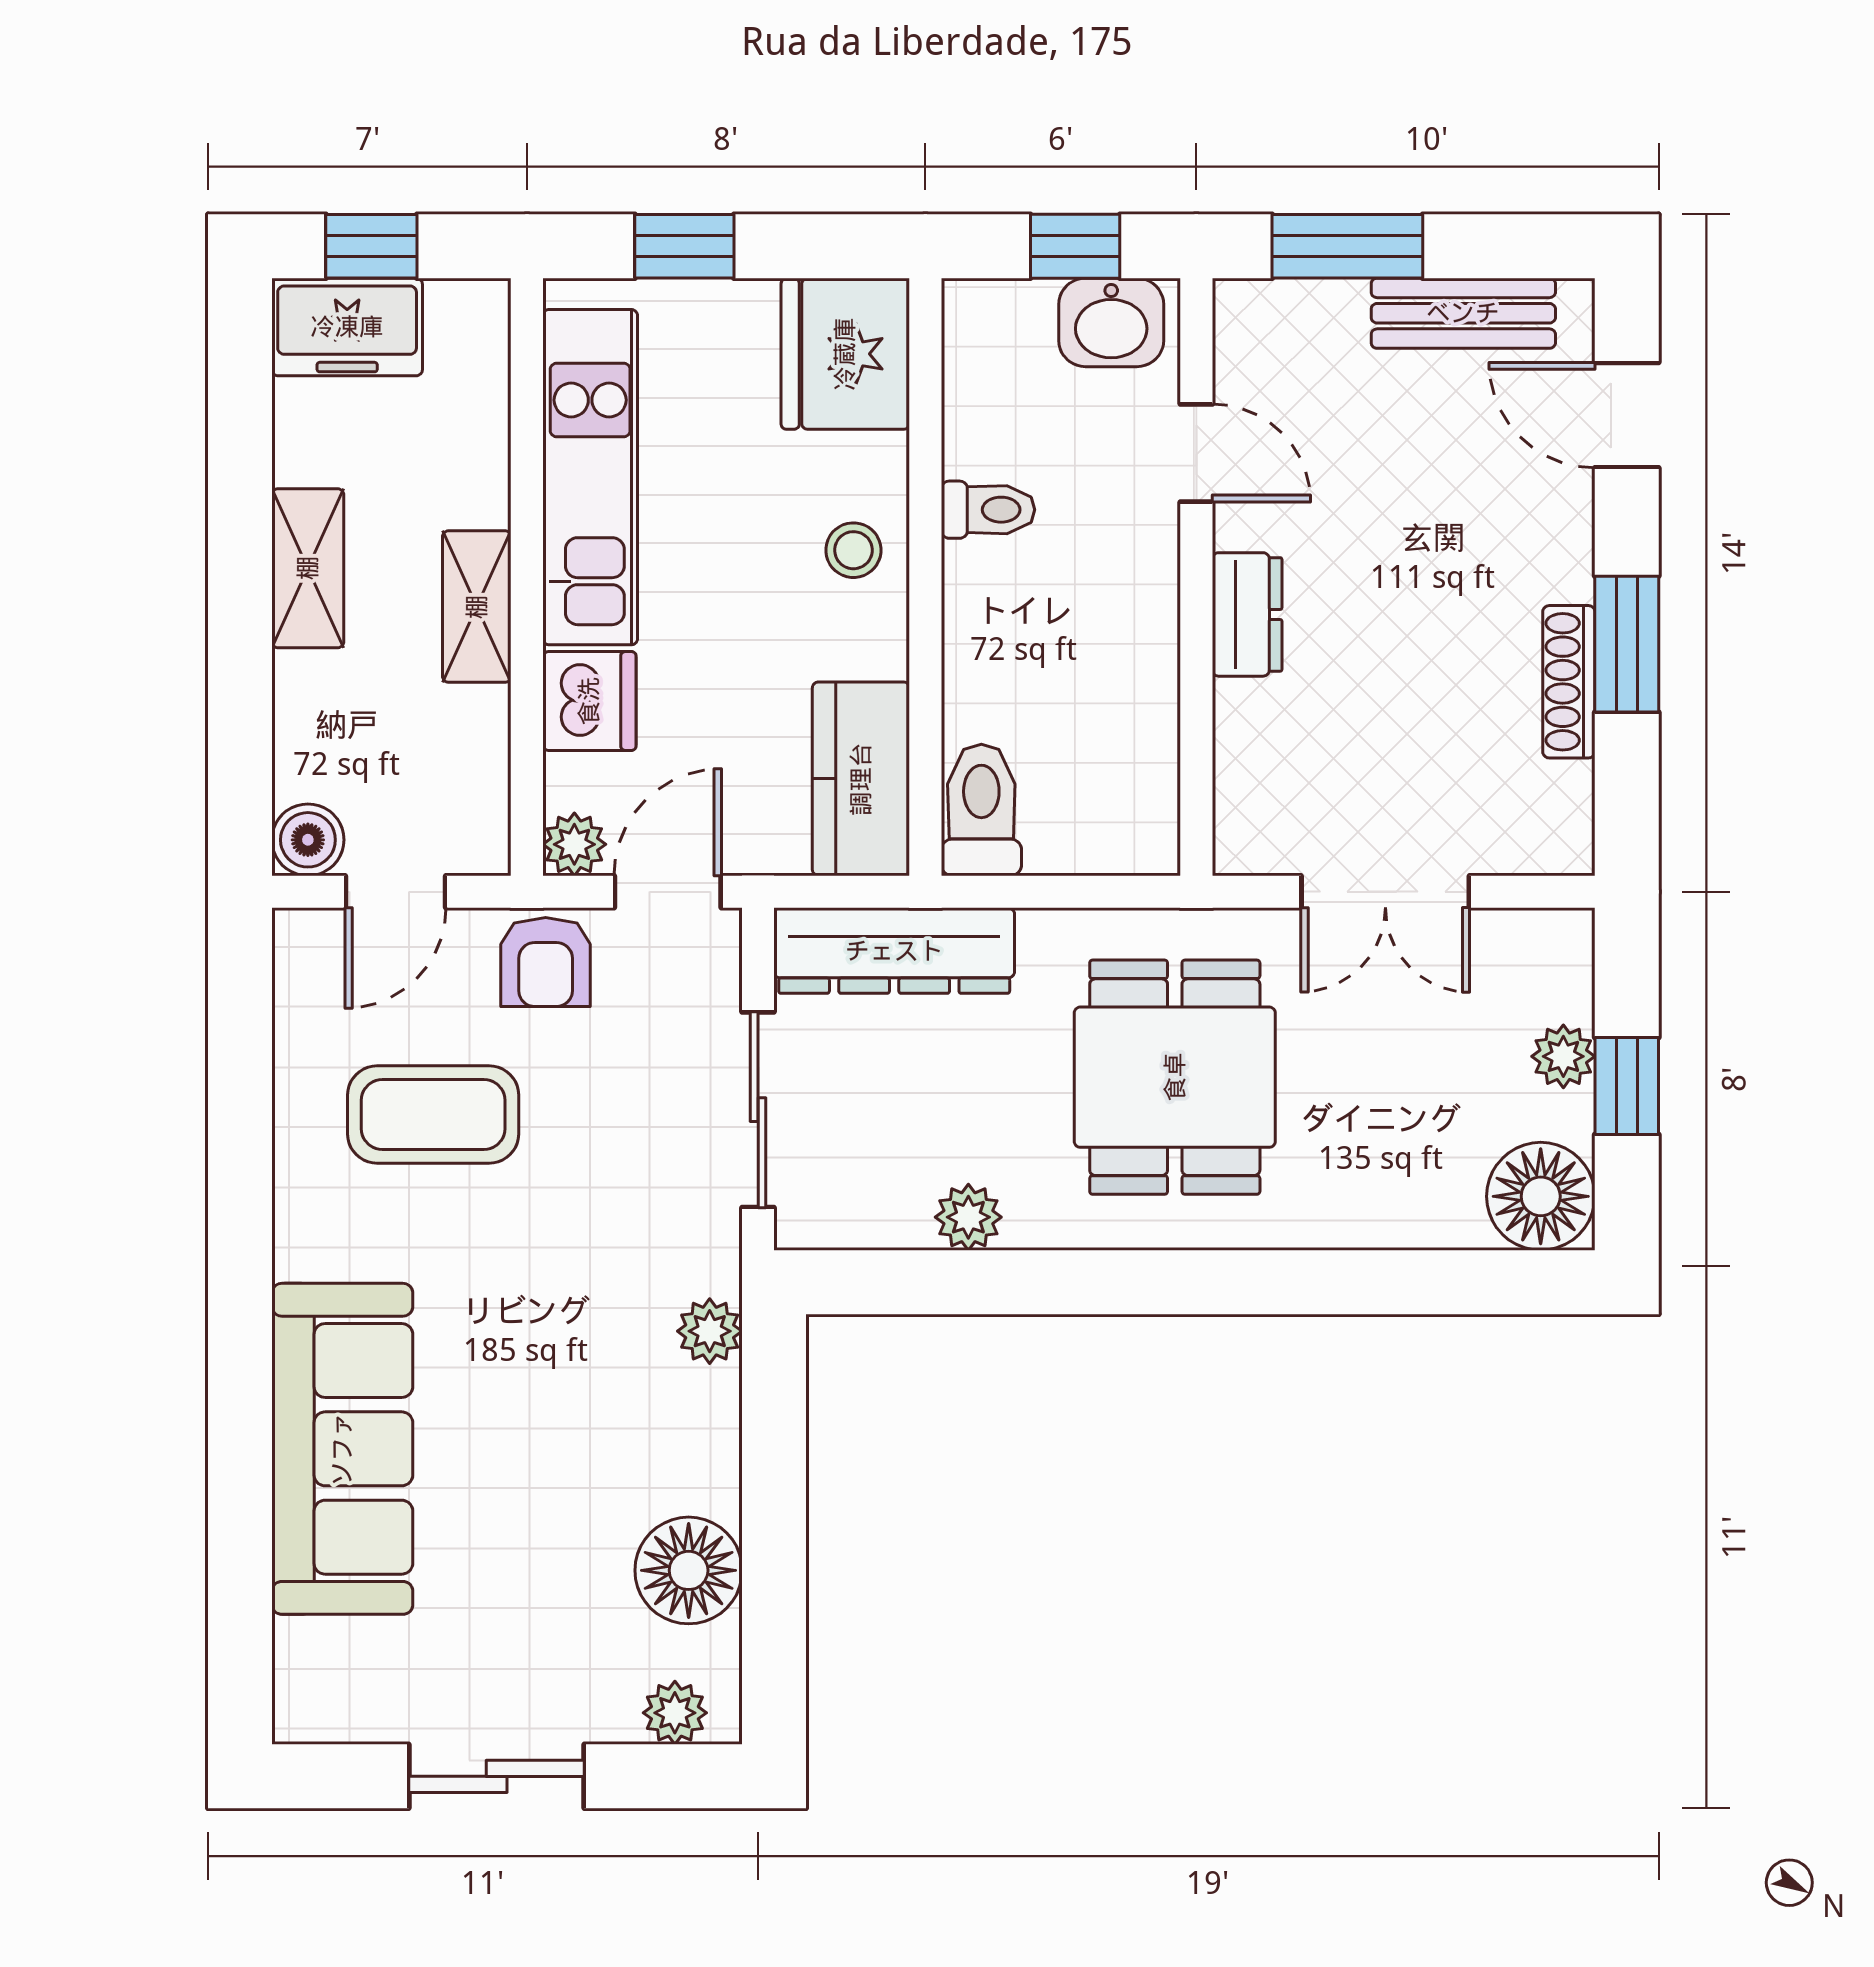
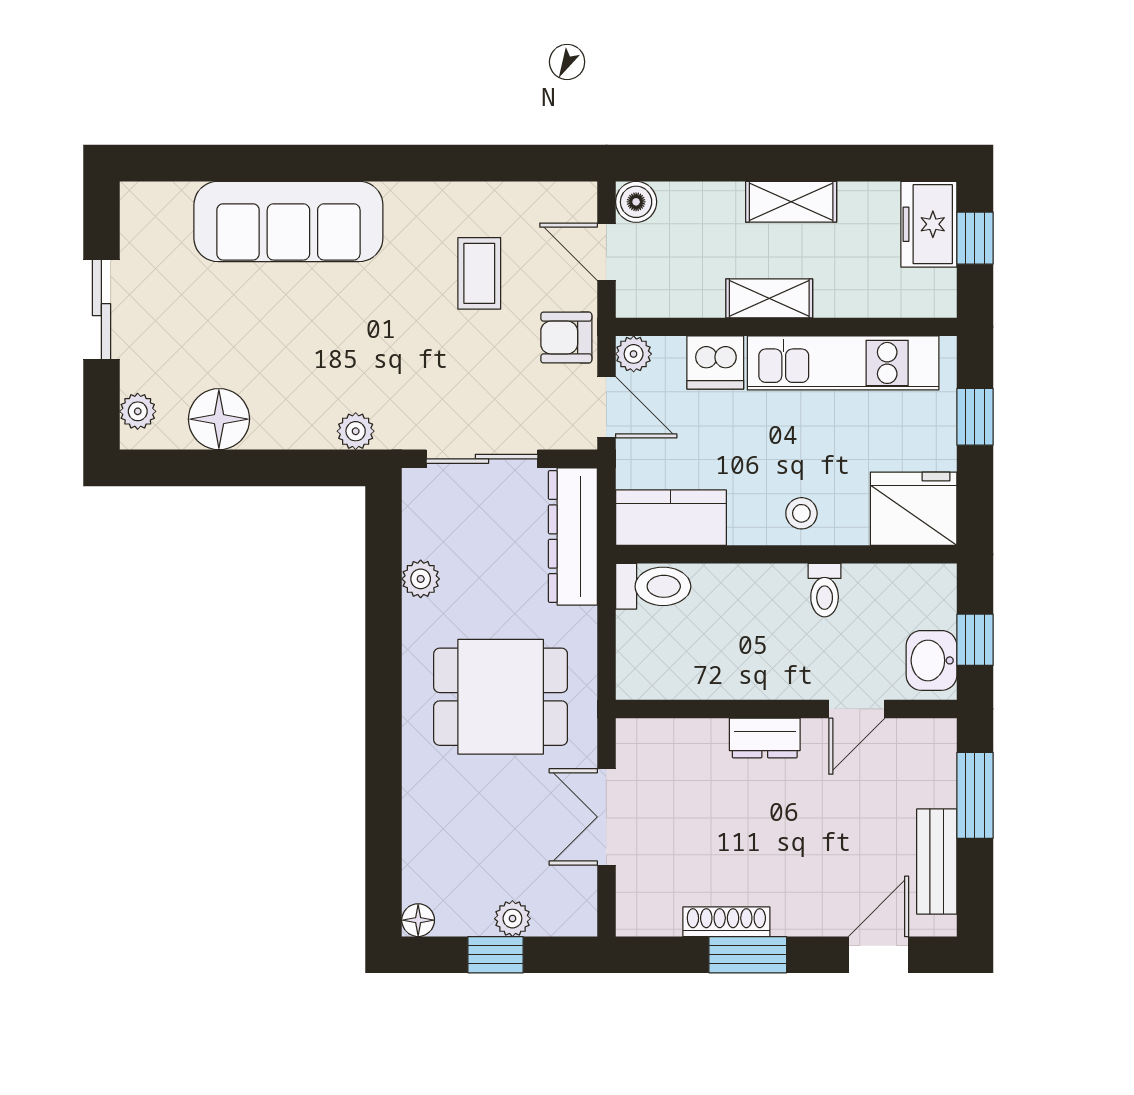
coffee table: (433, 1114) -> (479, 273), width x0.73, depth x0.77
floor lamp: (1541, 1196) -> (418, 920), width x0.53, depth x0.53

